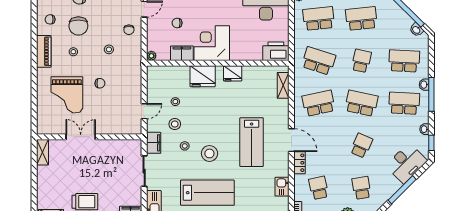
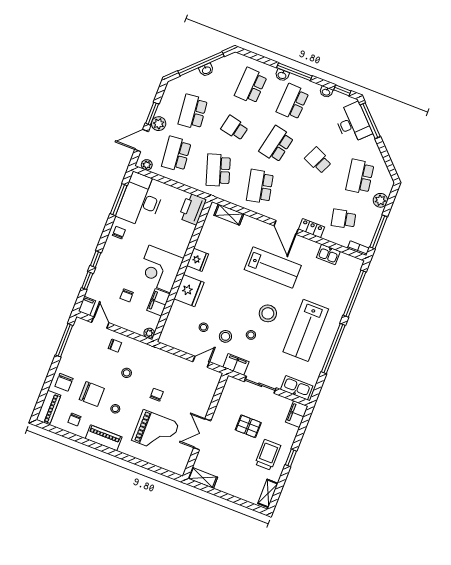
washbasin: (416, 30) -> (206, 70), moved
school desk: (319, 61) -> (218, 170), turned -36
door: (144, 111) -> (201, 362), hinge flipped
door: (291, 140) -> (286, 227), swing flipped
pallet: (103, 175) -> (248, 426), added
school desk: (361, 188) -> (360, 177), width x1.85
window: (402, 190) -> (370, 121), moved
lab bench: (207, 193) -> (306, 330), turned 180

